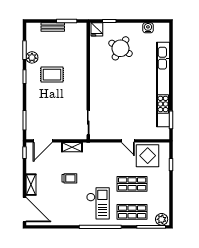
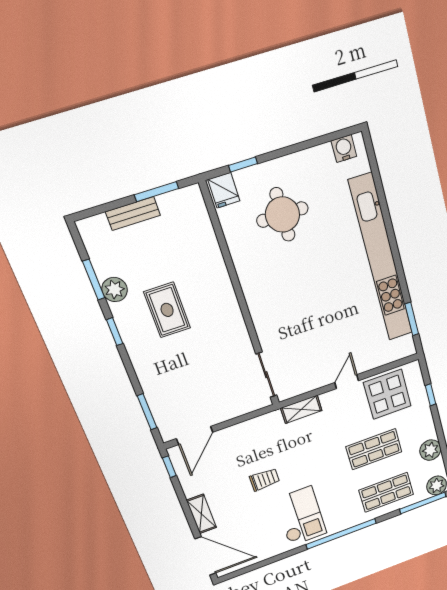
water cooler: (148, 28) -> (344, 149), moved
round table: (120, 48) -> (282, 215), turned -31
rug: (52, 75) -> (167, 310), turned 90
door: (128, 141) -> (347, 382), swing flipped
shelving: (72, 147) -> (301, 409), moved
plant: (163, 197) -> (430, 450), added
checkout: (98, 203) -> (301, 516), moved

